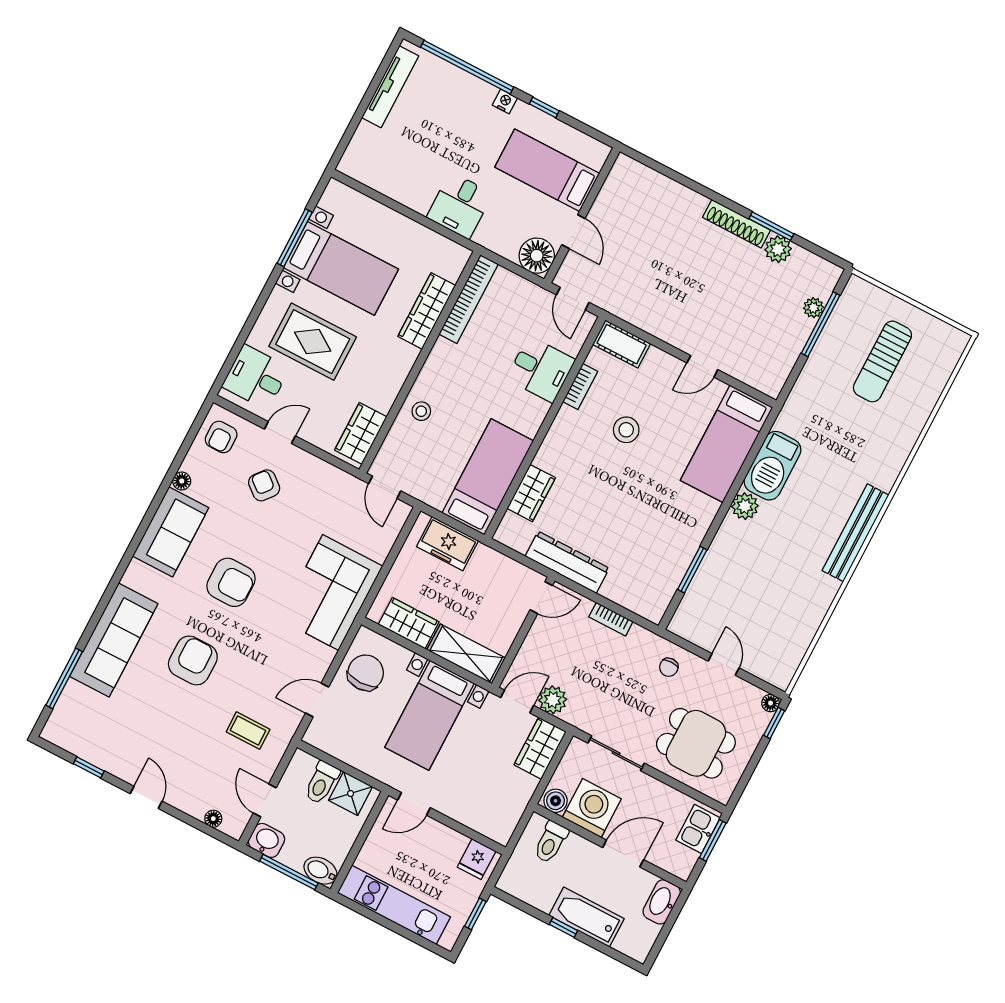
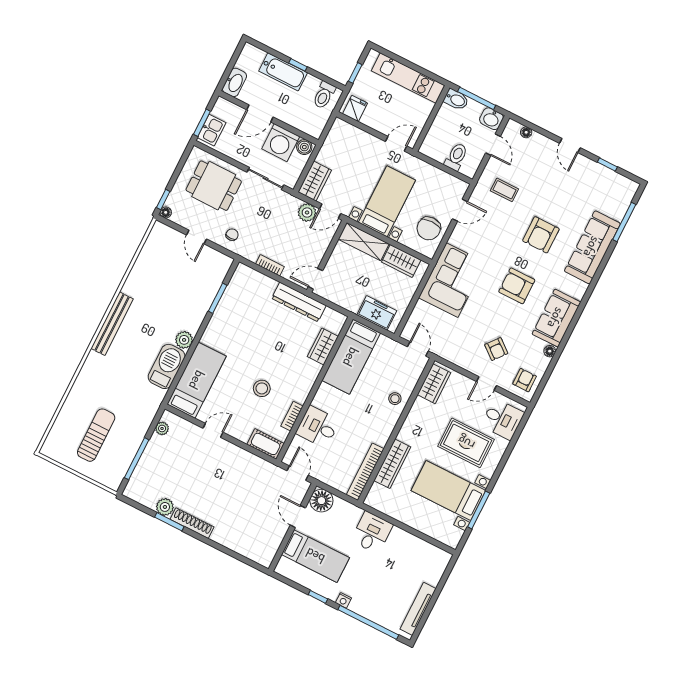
plant: (813, 308) -> (162, 428), moved
shower: (351, 793) -> (437, 150), removed
toilet: (551, 842) -> (324, 95), moved, turned 180

